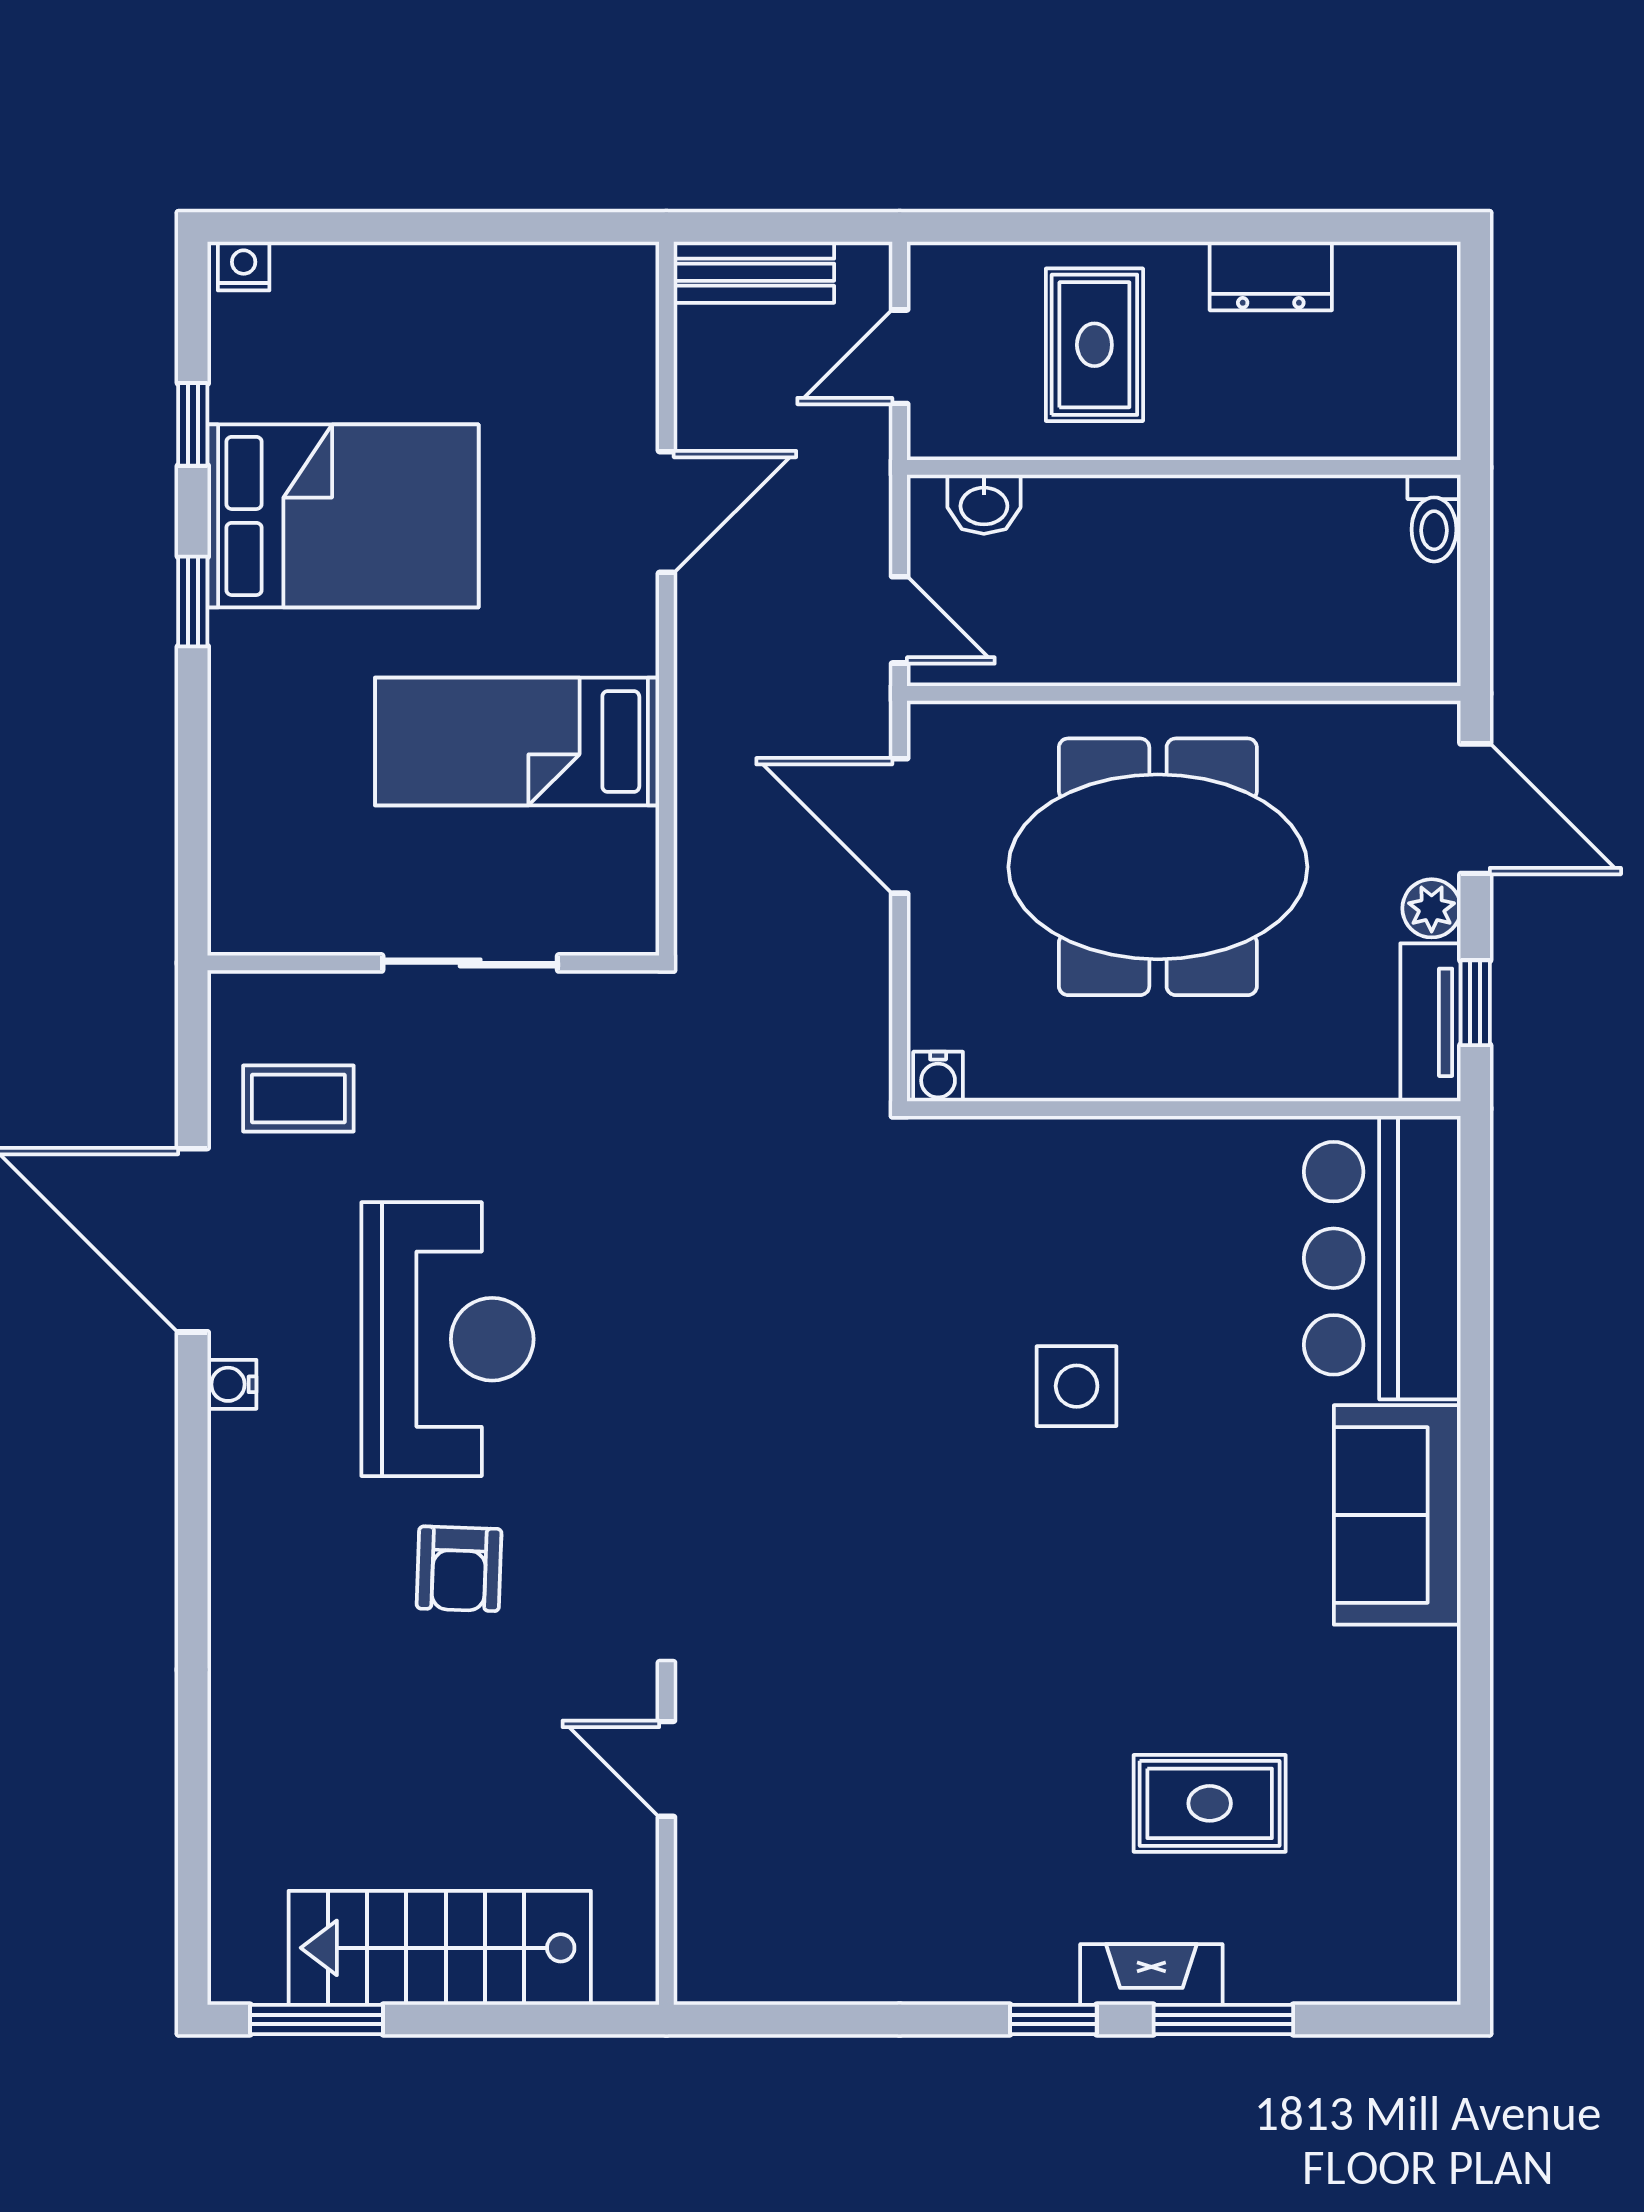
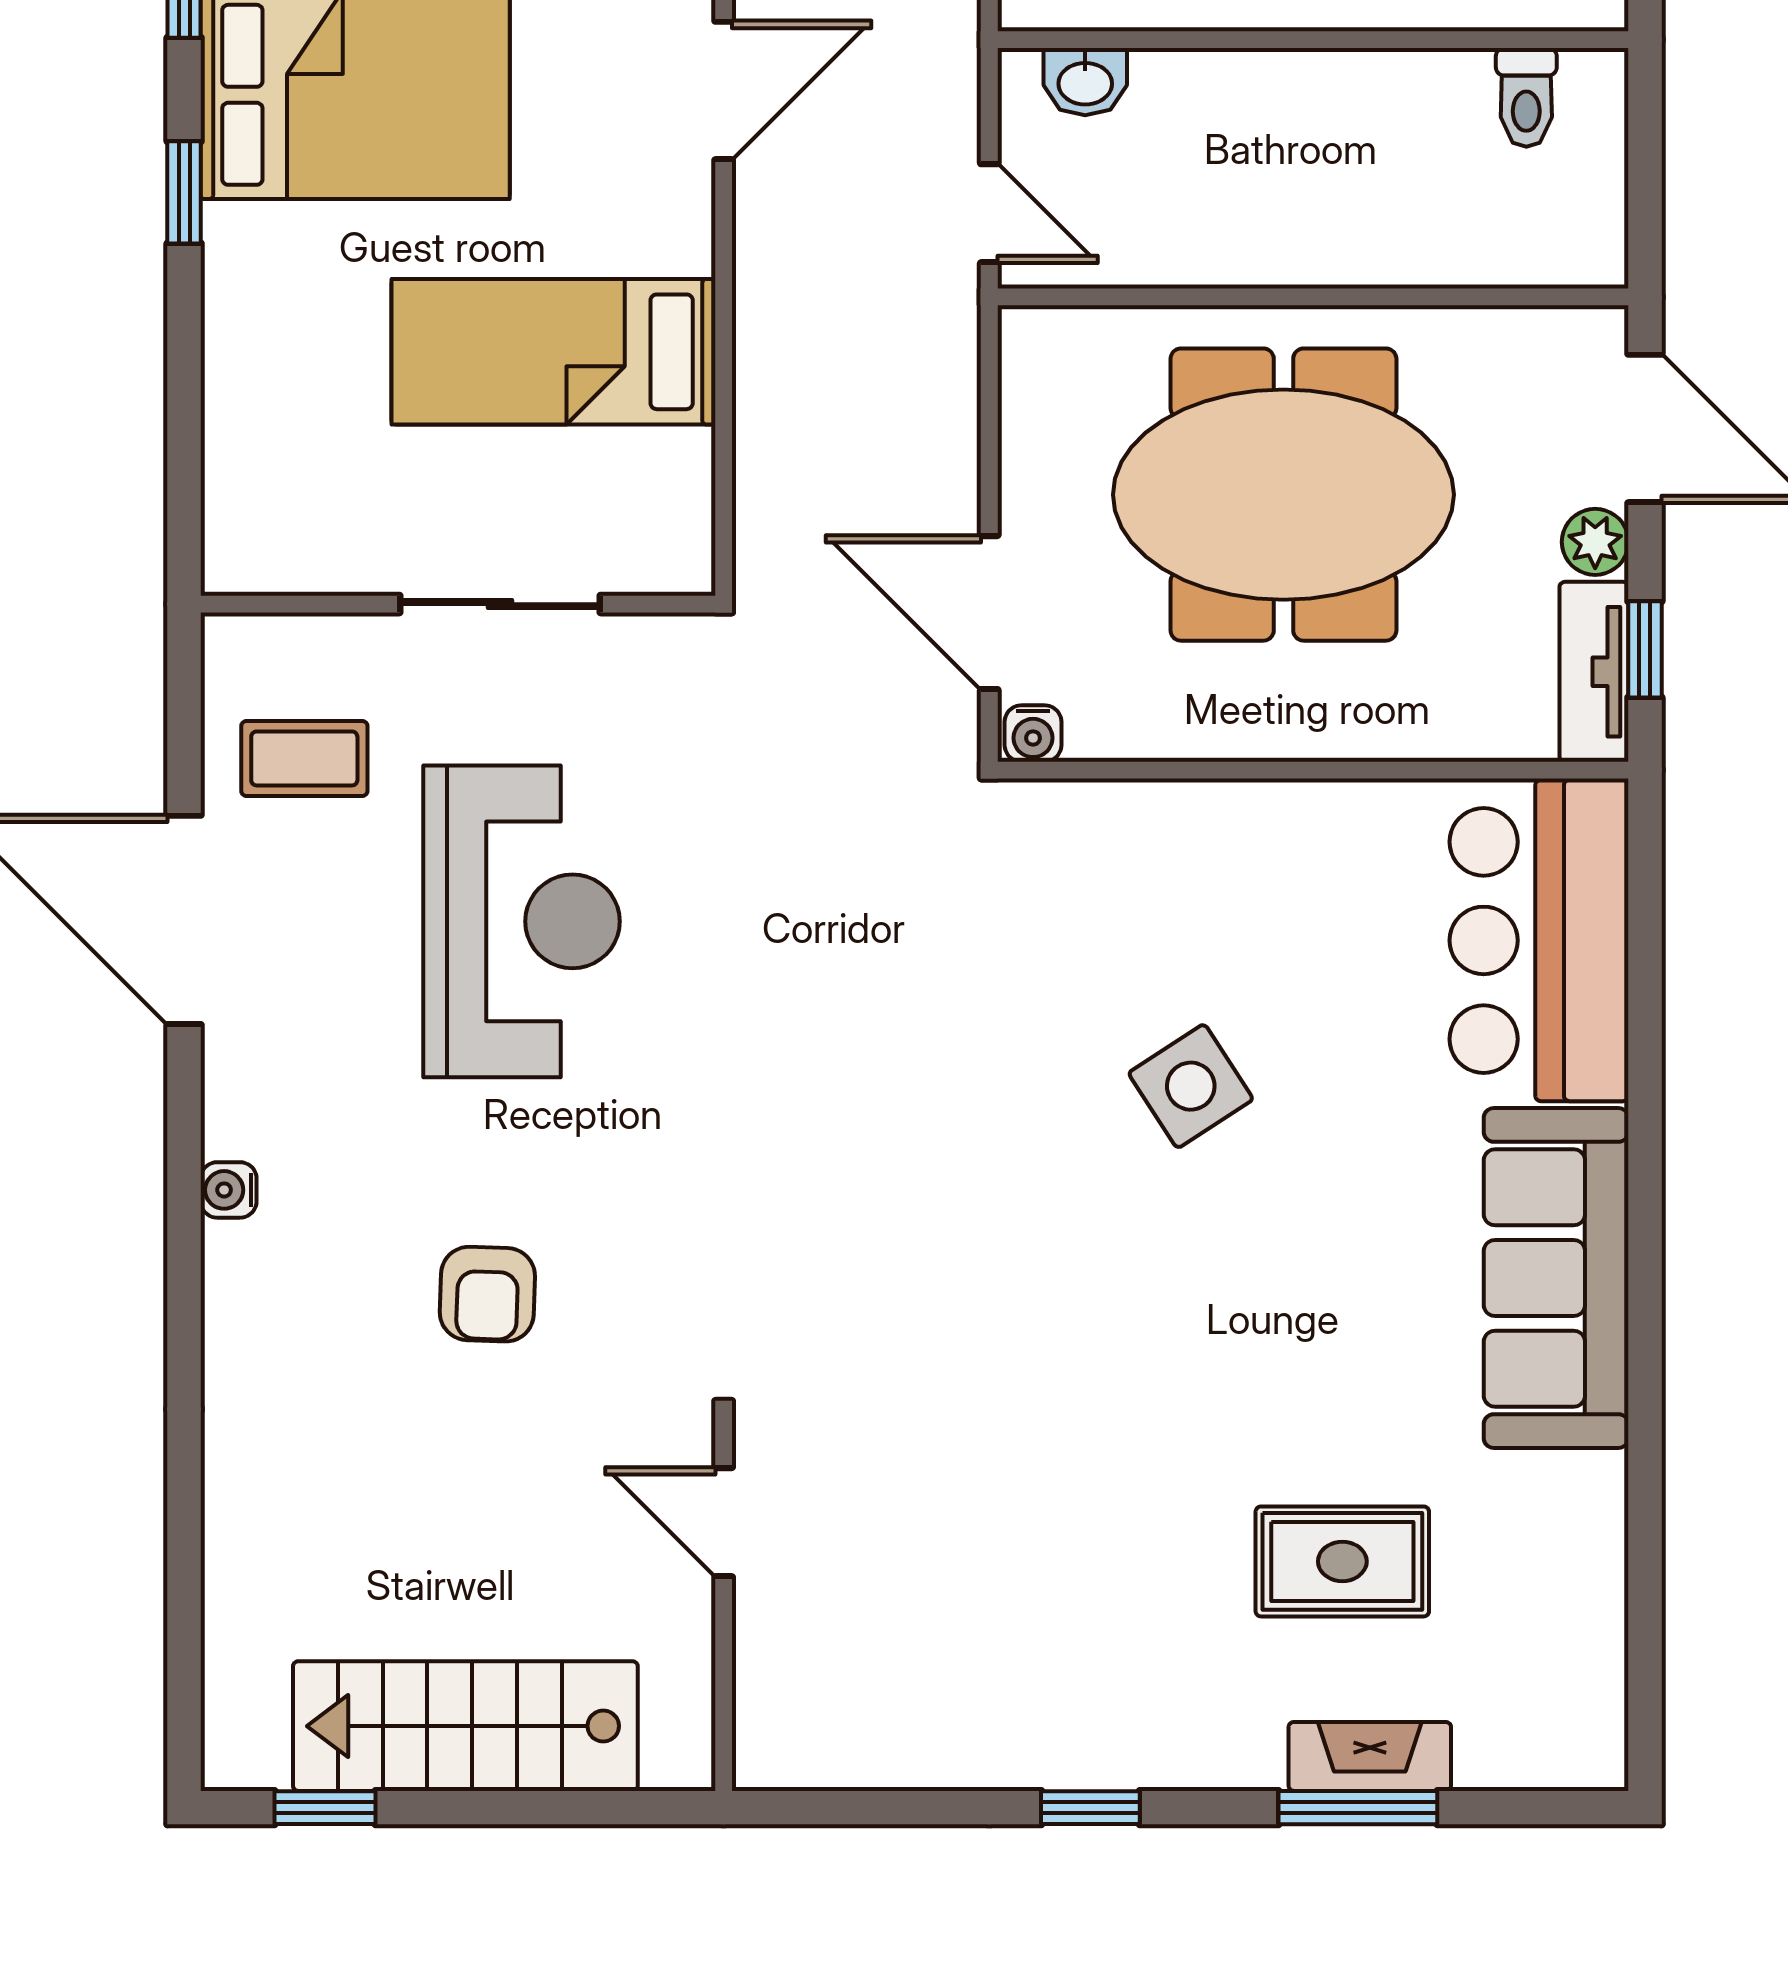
toilet: (1434, 518) -> (1526, 97), moved
door: (900, 826) -> (989, 613), moved
reception desk: (447, 1339) -> (521, 921), moved
water cooler: (232, 1384) -> (229, 1190), moved
side table: (1077, 1386) -> (1191, 1086), turned -33
sofa: (1397, 1515) -> (1556, 1278), width x1.36
fireplace: (1151, 1975) -> (1370, 1756), moved
window: (317, 2020) -> (325, 1808), width x0.67
window: (1053, 2020) -> (1090, 1808), moved

